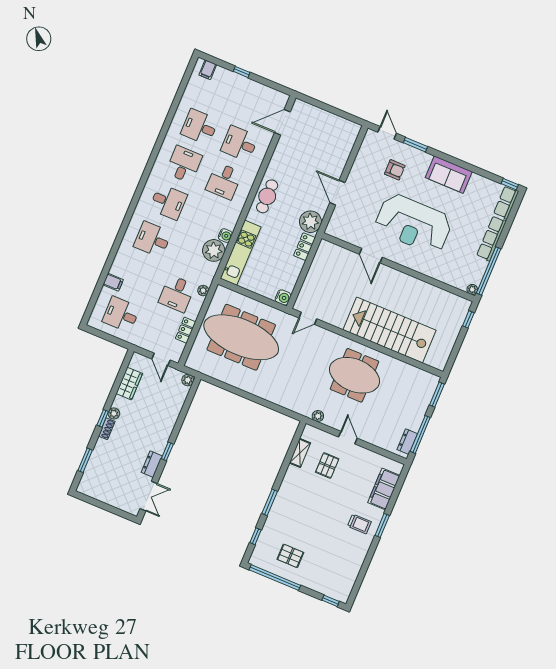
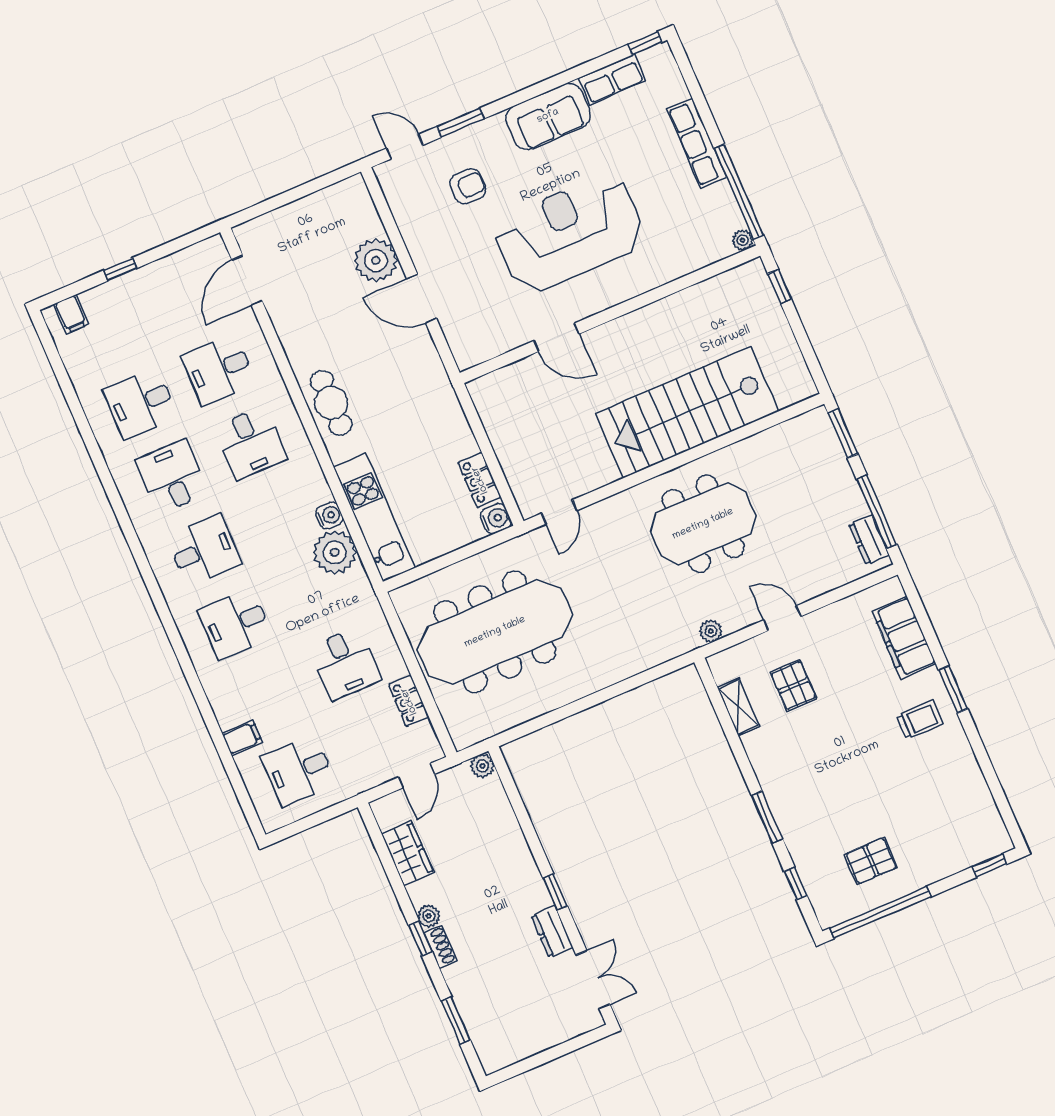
row of seats: (506, 202) -> (612, 79), moved, turned -90
plant: (310, 222) -> (376, 260), moved
reception desk: (413, 224) -> (569, 233), turned 180
locker: (305, 247) -> (480, 480), moved
plant: (203, 290) -> (377, 622), removed
door: (161, 359) -> (417, 776), hinge flipped

